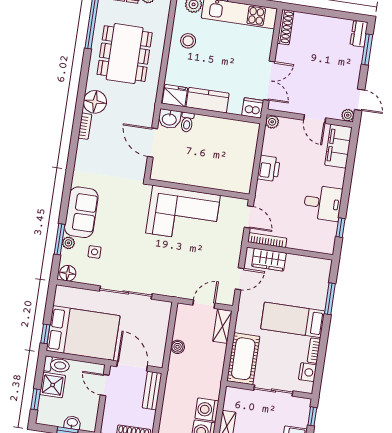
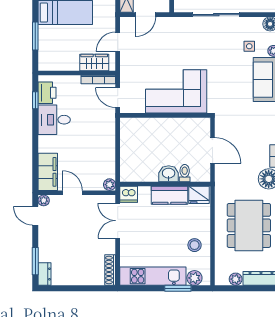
washbasin: (169, 119) -> (169, 174), moved
printer: (269, 168) -> (47, 93), moved, turned 180

